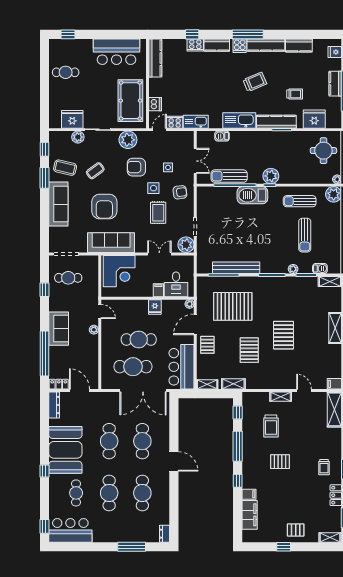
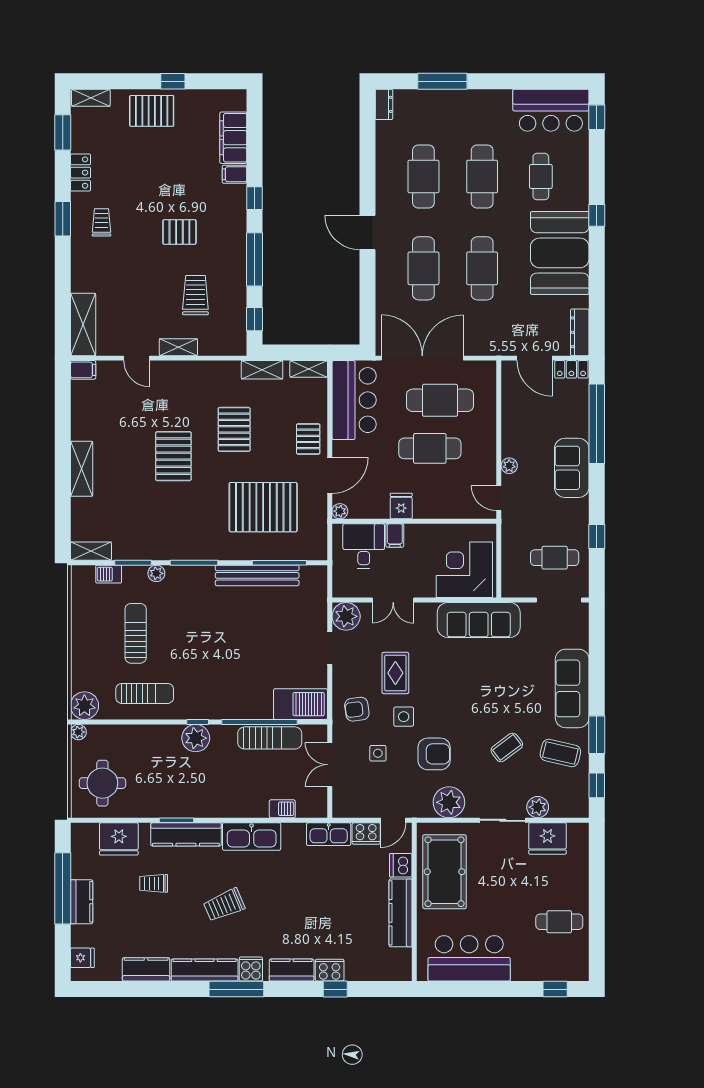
kitchen counter: (155, 58) -> (401, 913), moved
barbecue: (252, 195) -> (301, 704), moved
armchair: (104, 206) -> (491, 684), removed
pallet: (296, 530) -> (152, 111), width x1.50, depth x1.42

